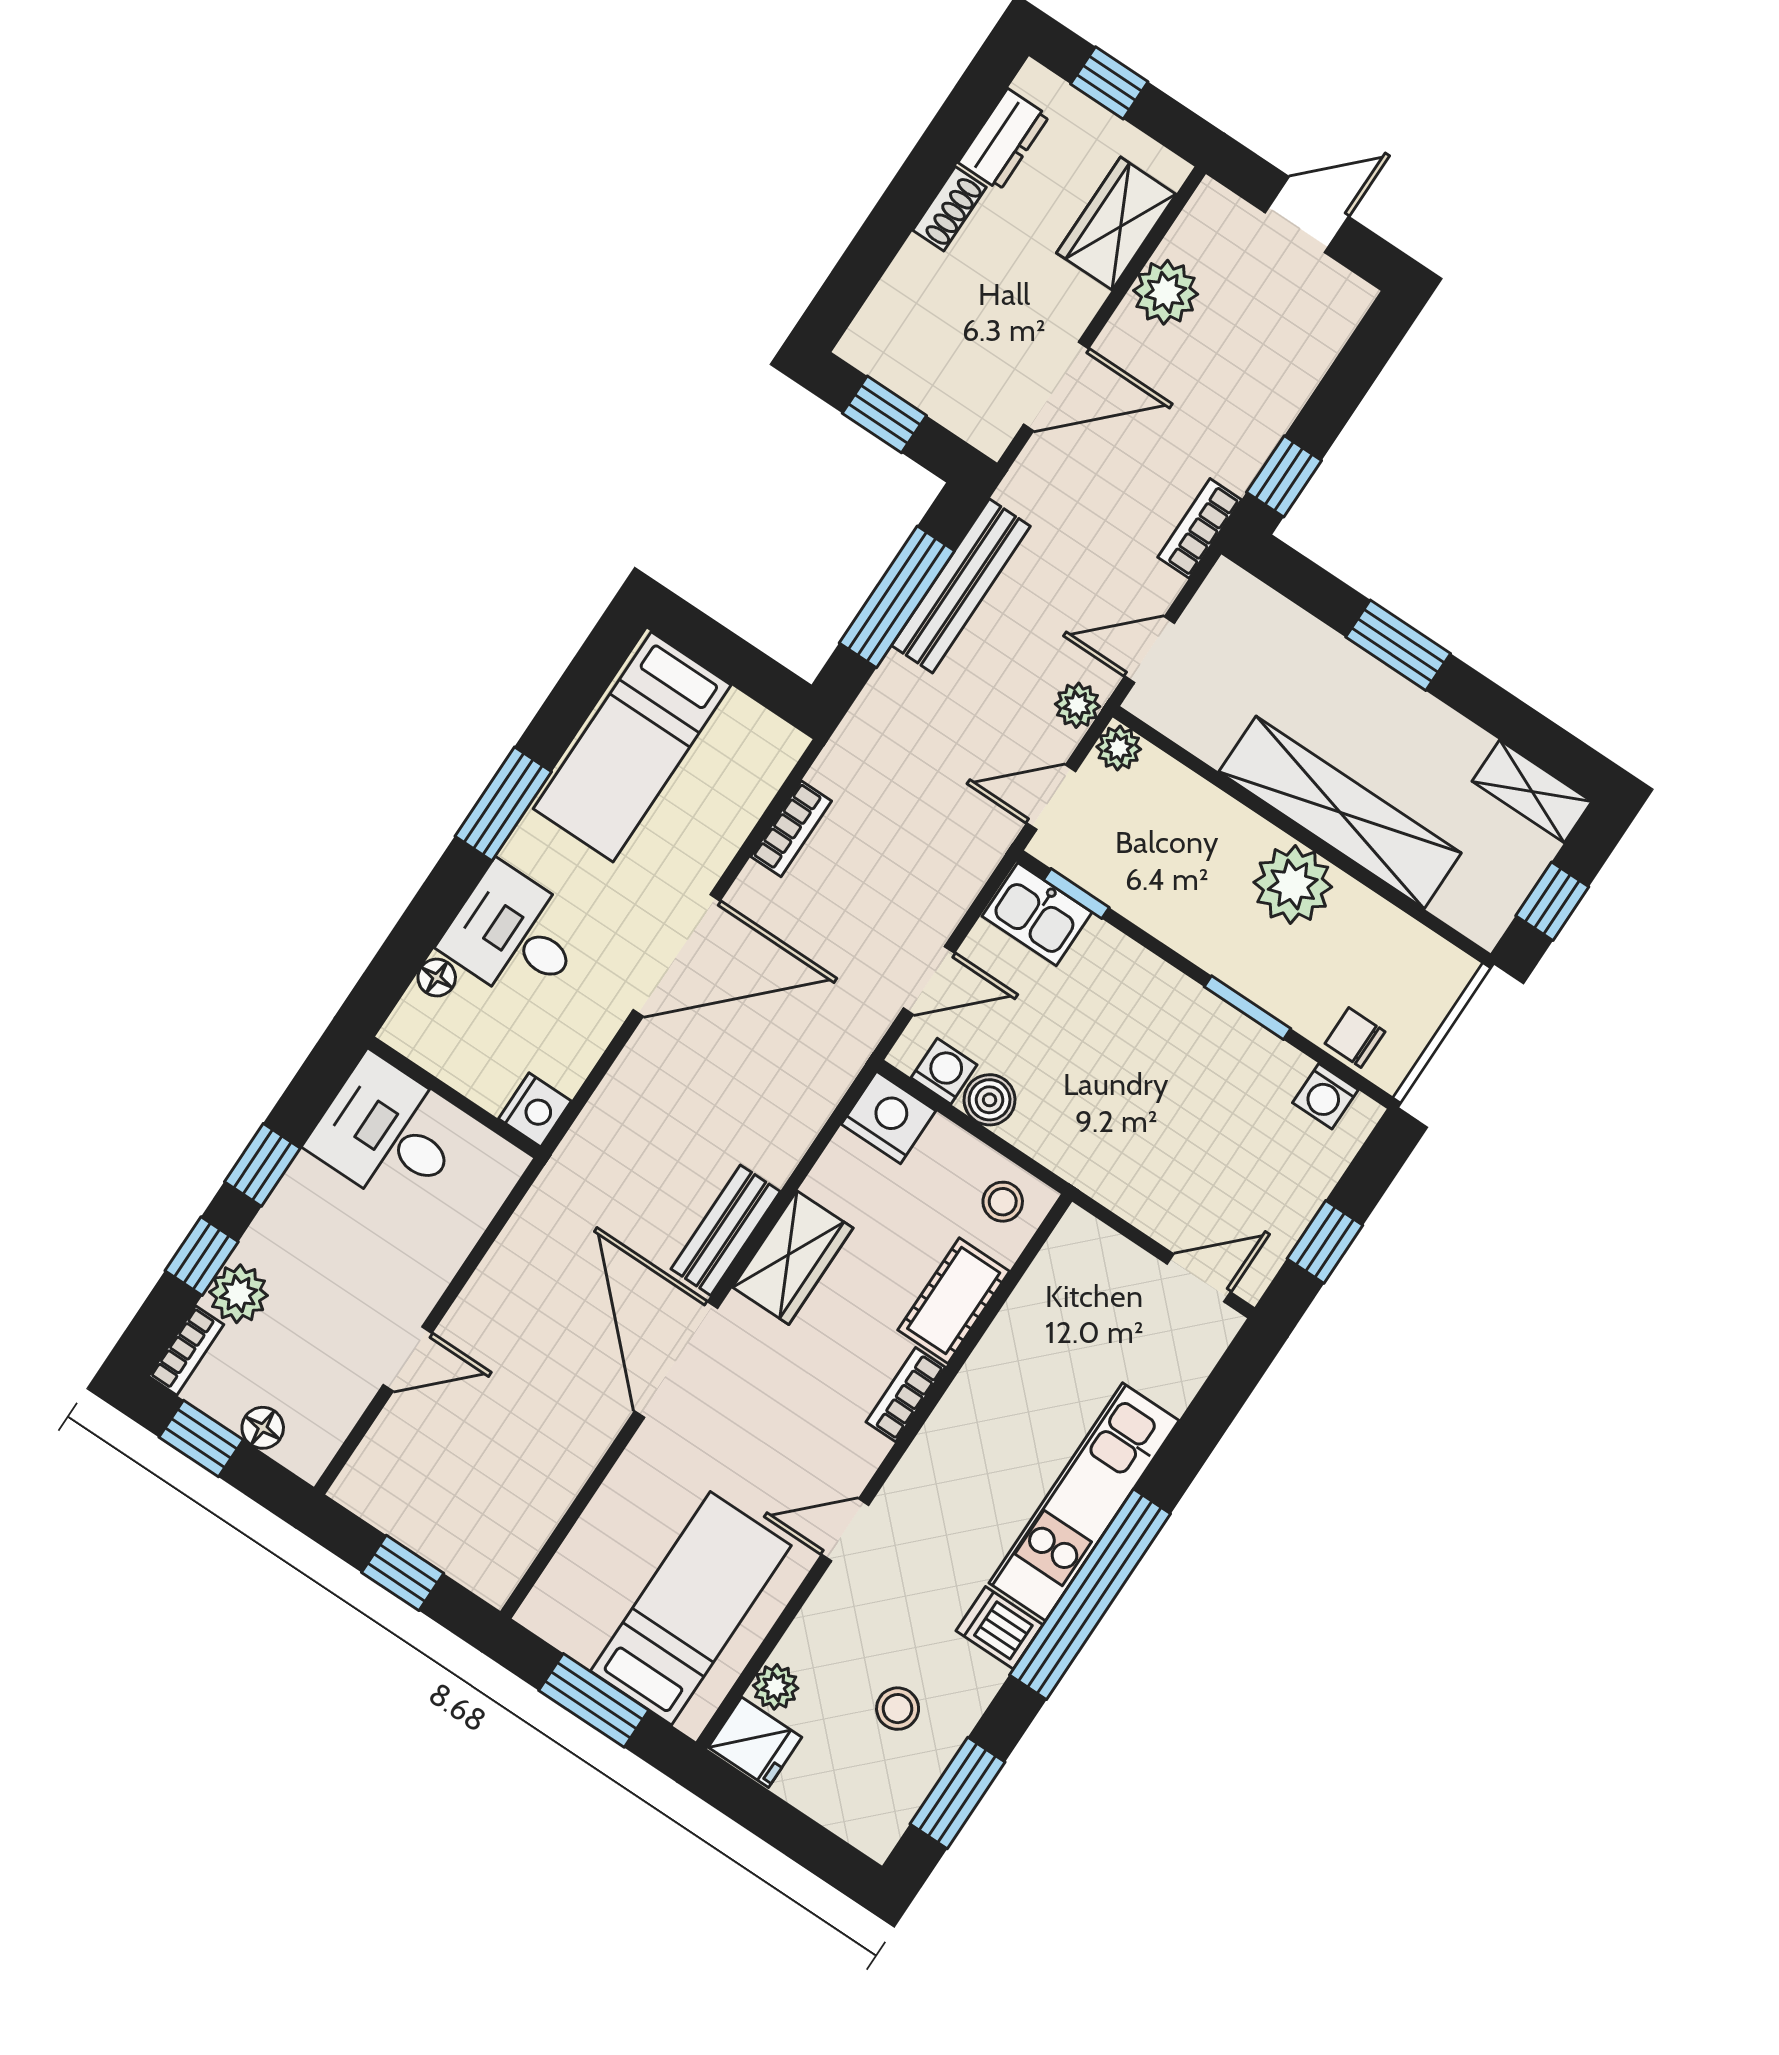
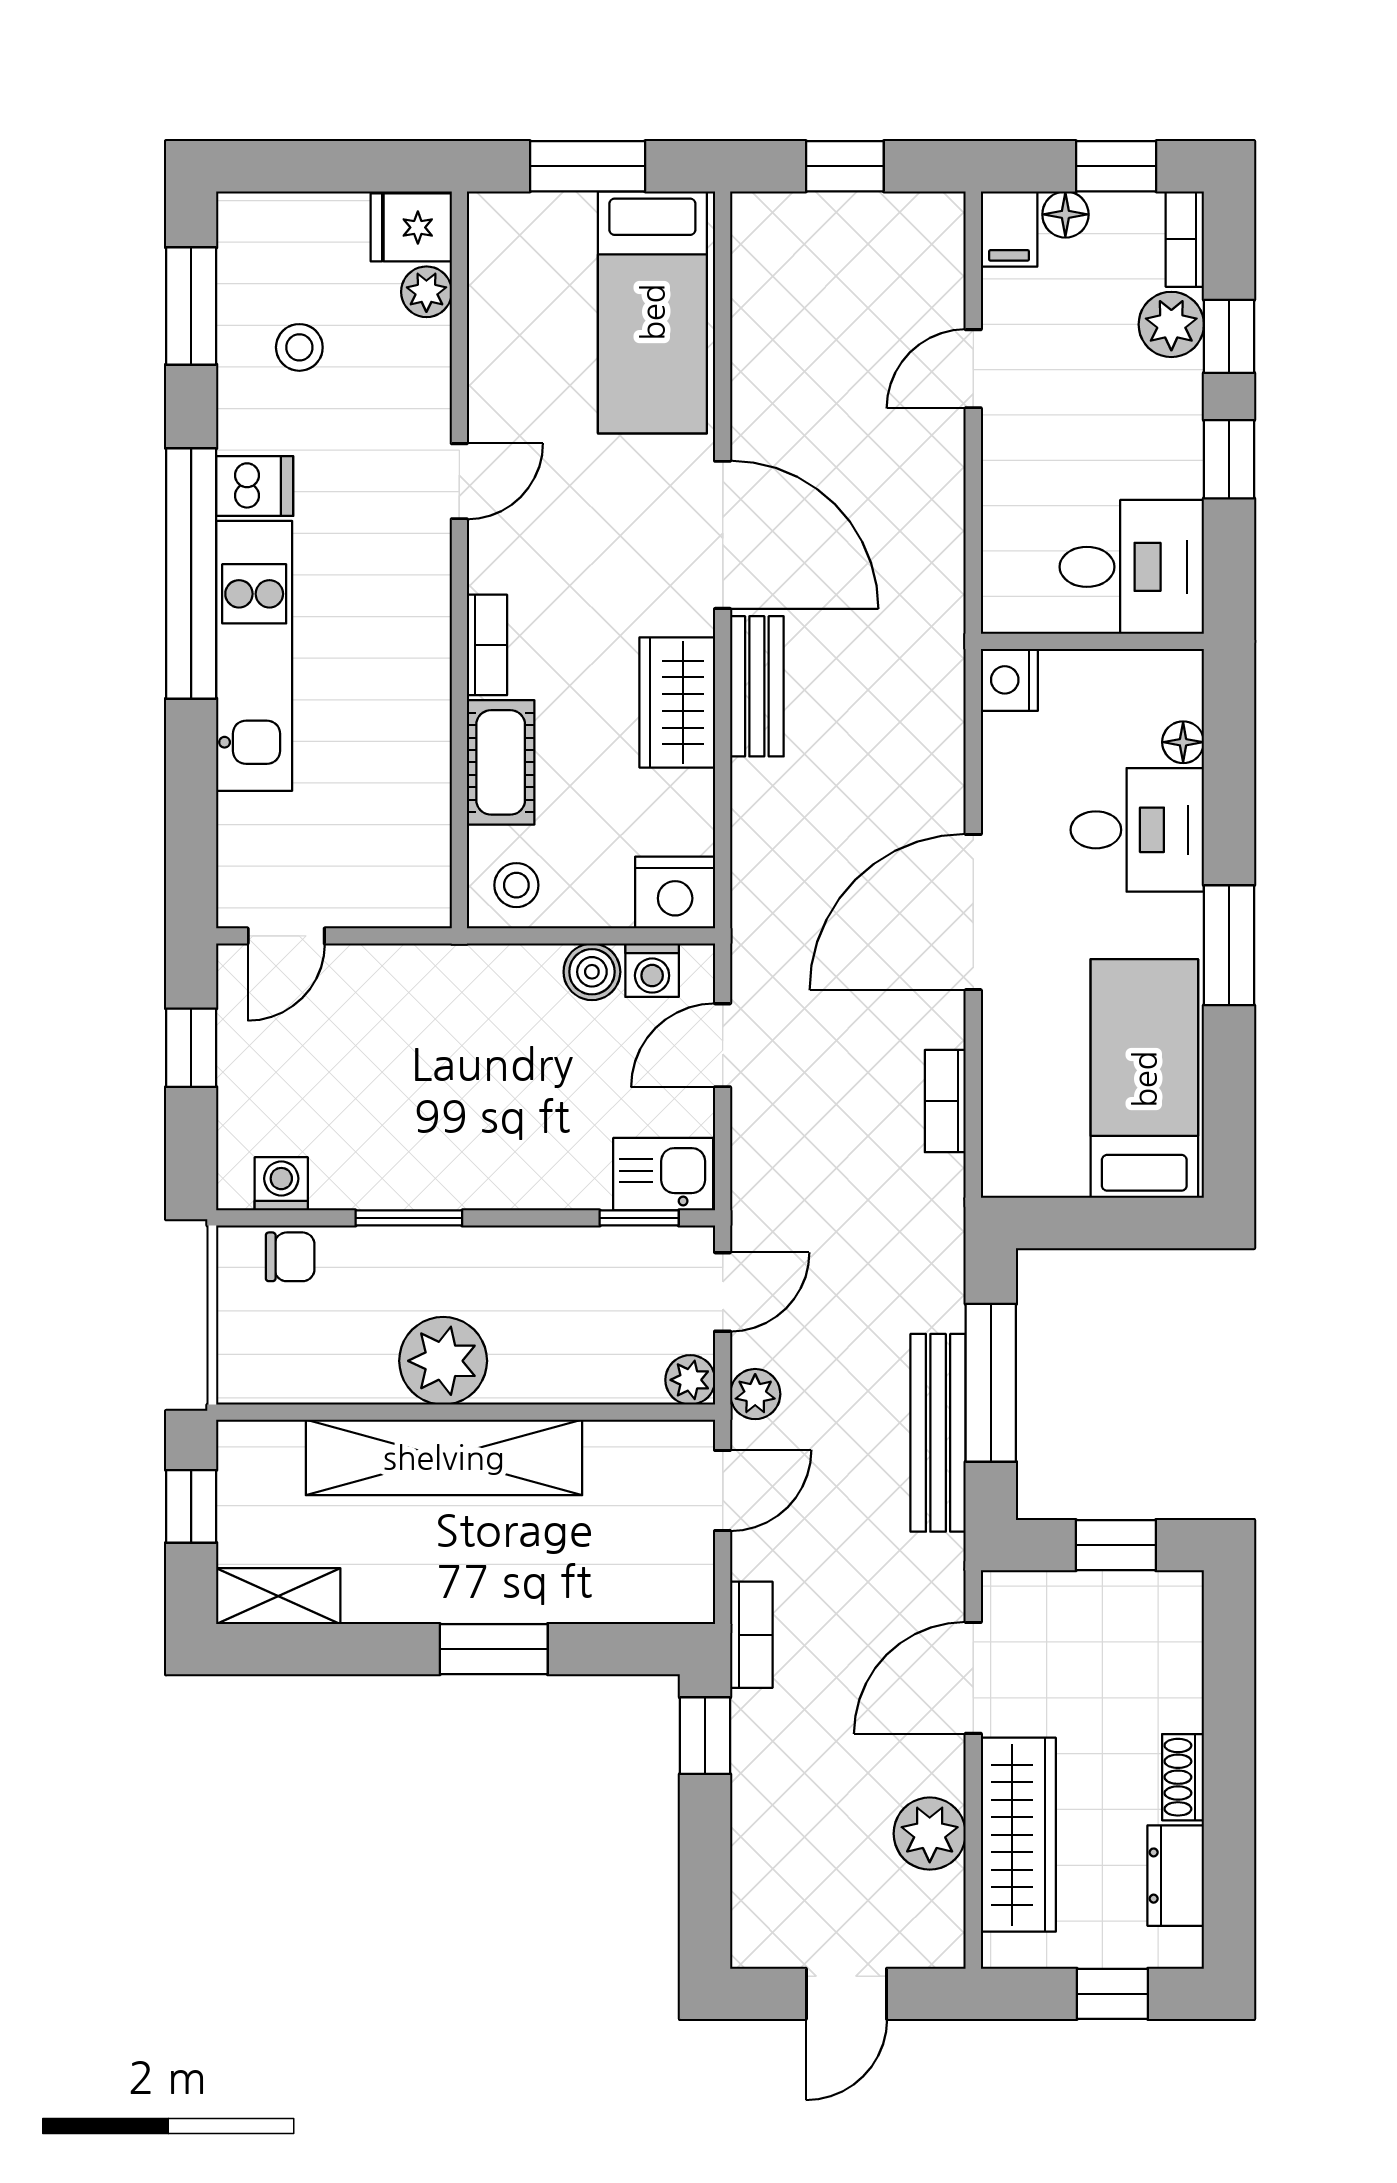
wardrobe: (1116, 224) -> (1018, 1835), width x1.50
filing cabinet: (312, 1445) -> (1009, 229), added
bed: (691, 1608) -> (652, 312), moved

